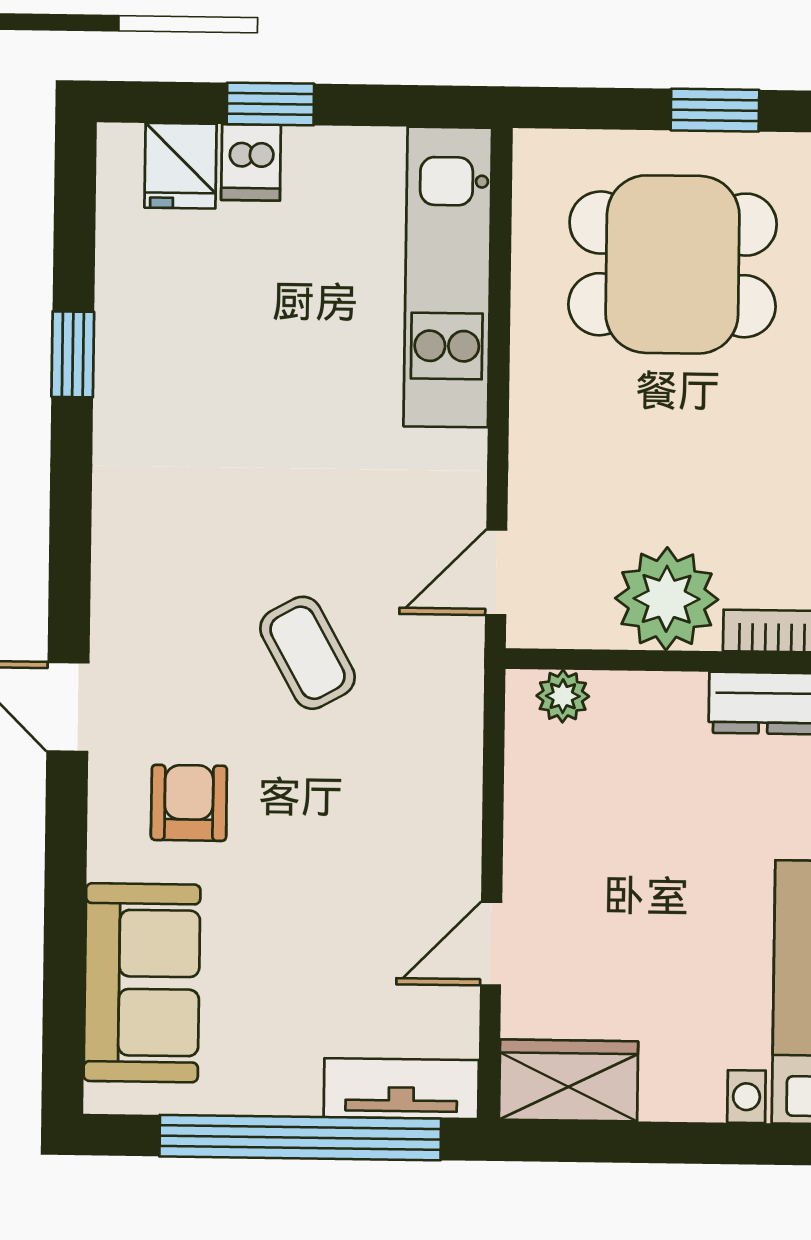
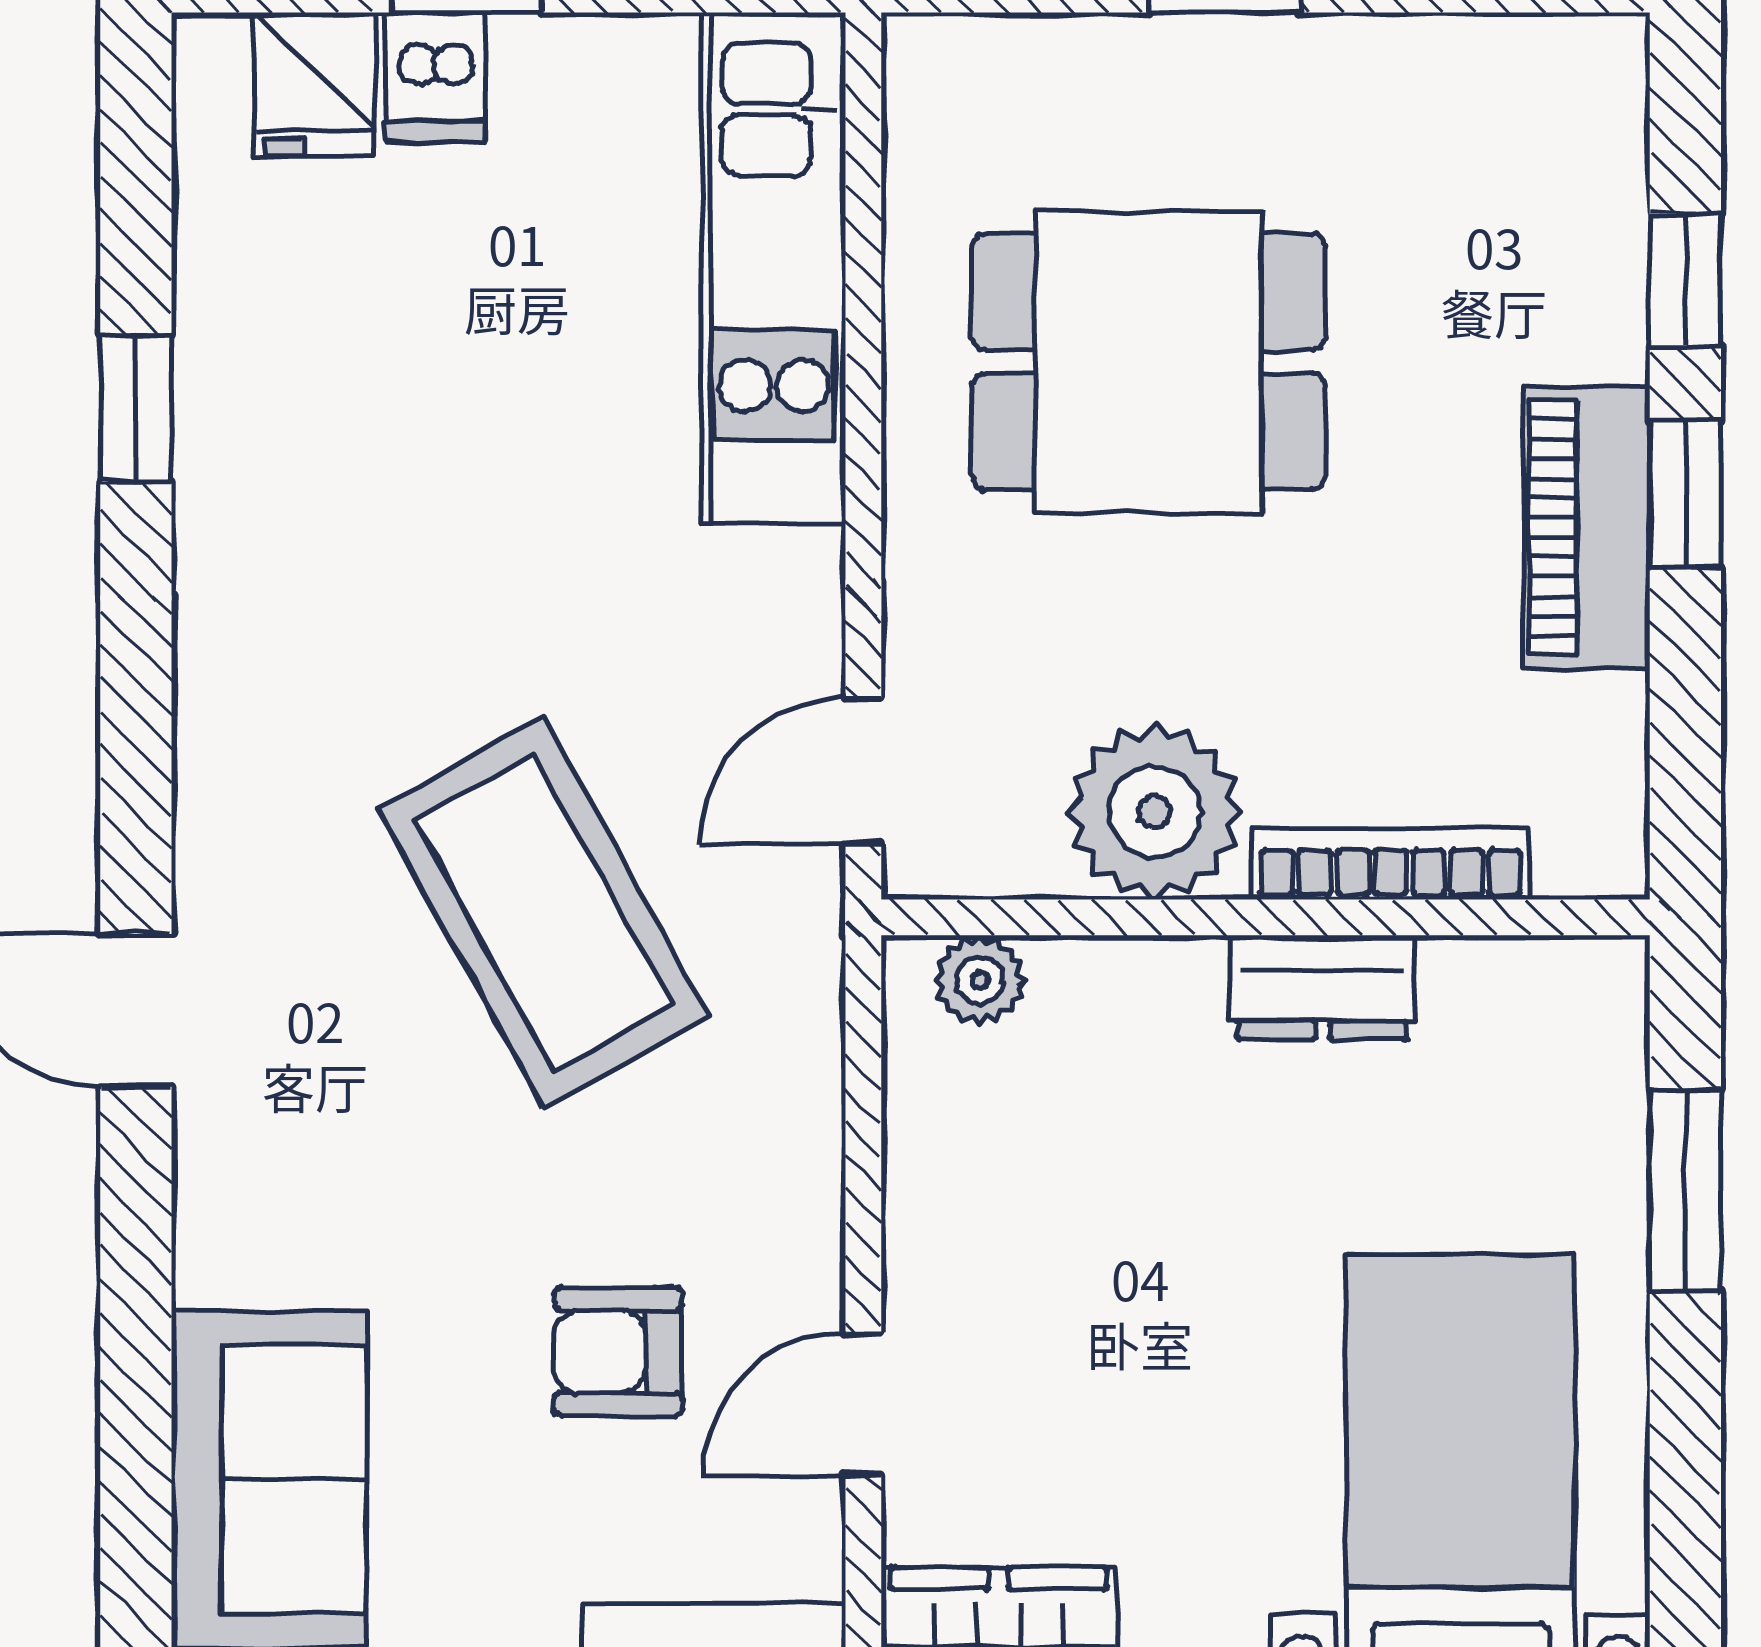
dining table: (673, 264) -> (1149, 362), moved
coffee table: (307, 653) -> (543, 912), width x1.86, depth x1.72
armchair: (189, 803) -> (618, 1352), moved, turned -90

